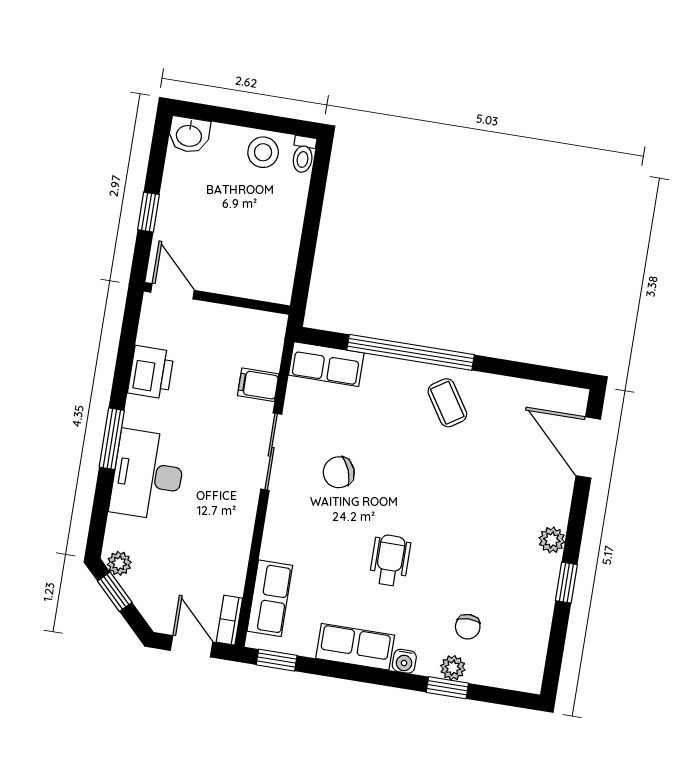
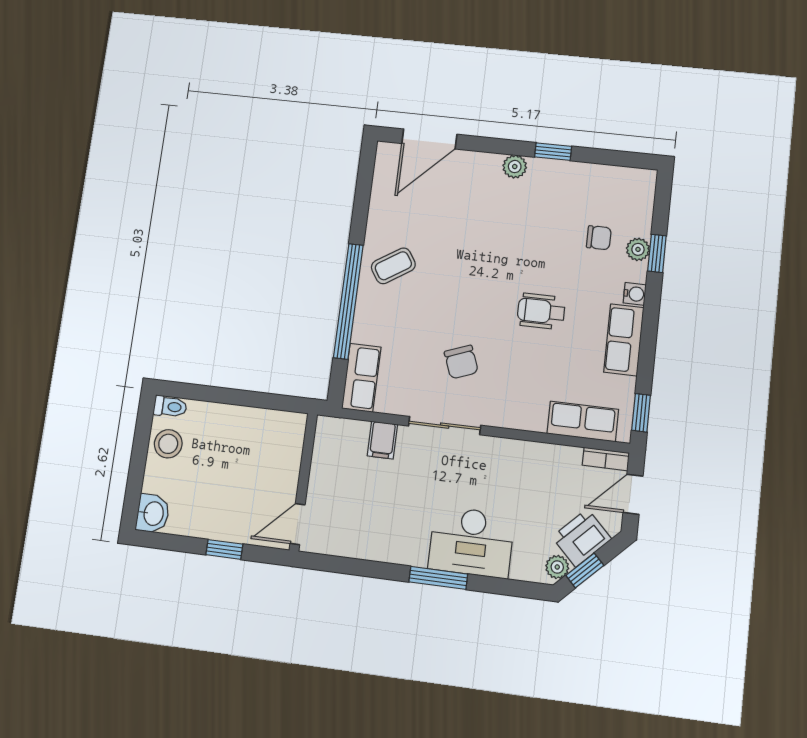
printer: (151, 372) -> (582, 538), moved, turned -45

